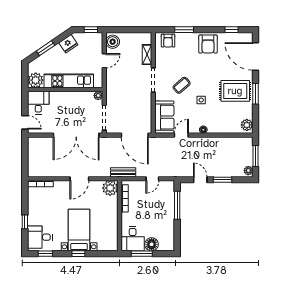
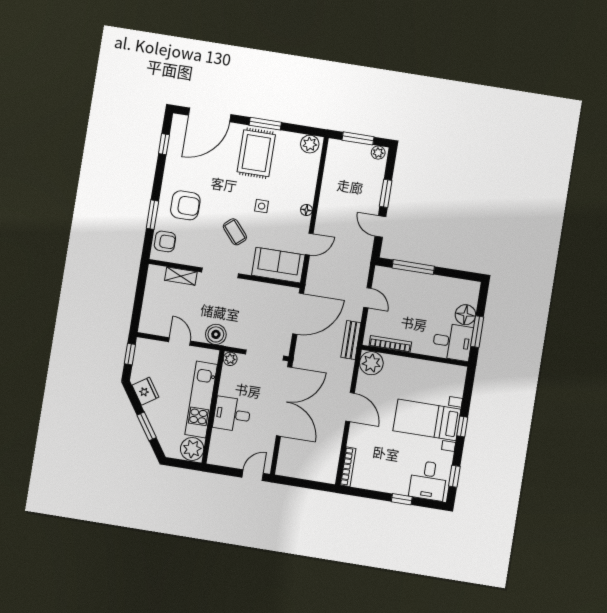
boiler: (113, 42) -> (216, 334), moved
armchair: (208, 44) -> (185, 205), moved
desk: (38, 103) -> (232, 414), moved
door: (181, 135) -> (309, 244), swing flipped
door: (200, 180) -> (380, 227), hinge flipped

